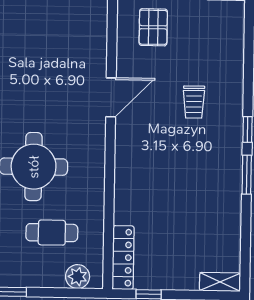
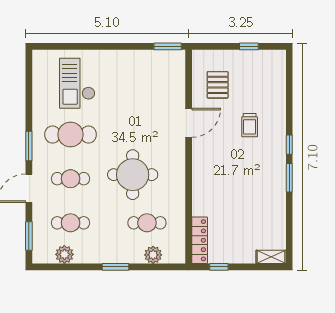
pallet: (153, 27) -> (218, 85), moved
plant: (78, 277) -> (153, 255), moved

